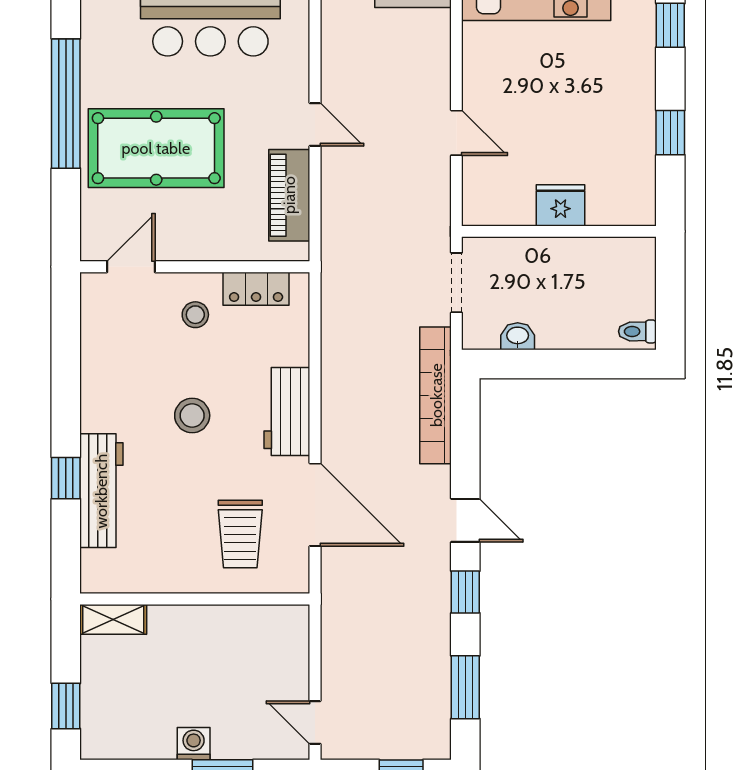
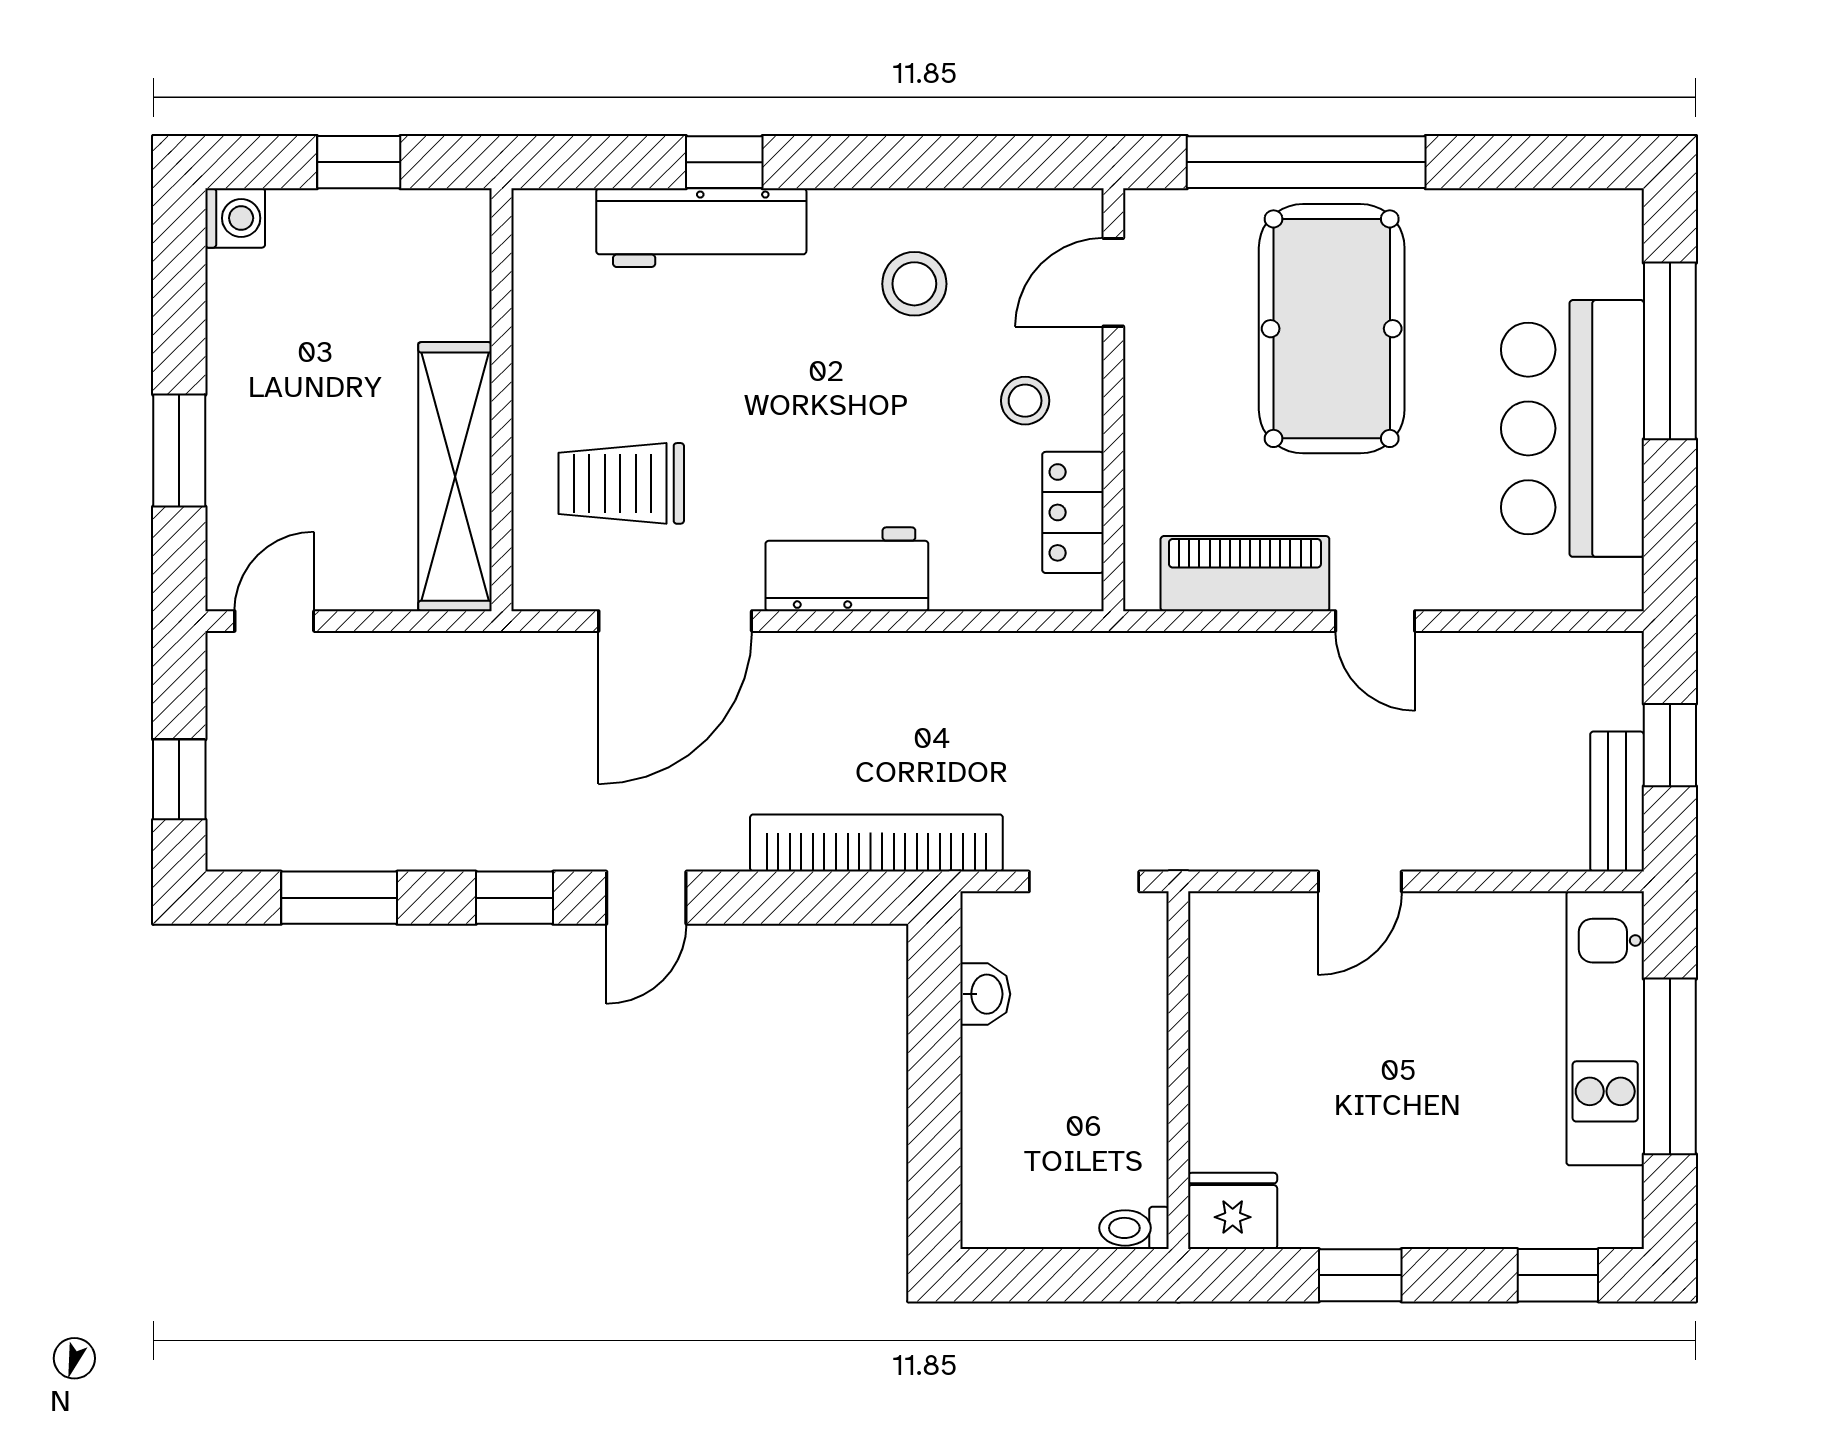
window: (66, 104) -> (1306, 162), moved
door: (315, 125) -> (1375, 621), hinge flipped
fridge: (561, 205) -> (1233, 1211), moved, turned -90
door: (131, 267) -> (1113, 282), swing flipped
toilet: (637, 331) -> (1134, 1228), moved, turned -90
stool: (192, 415) -> (914, 284), moved
shelving: (113, 619) -> (455, 477), moved, width x2.20, depth x1.33
window: (66, 706) -> (359, 162), moved
washing machine: (194, 744) -> (235, 218), moved

